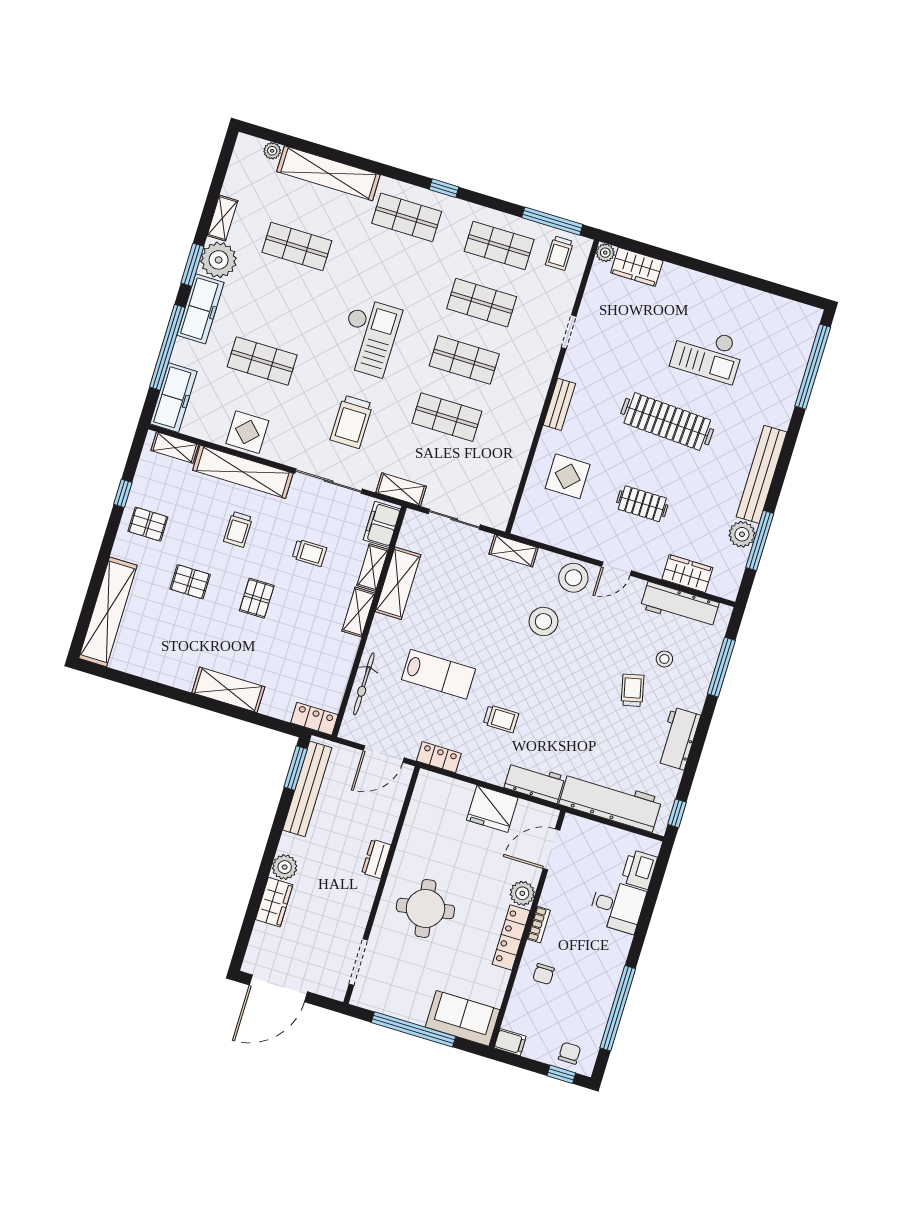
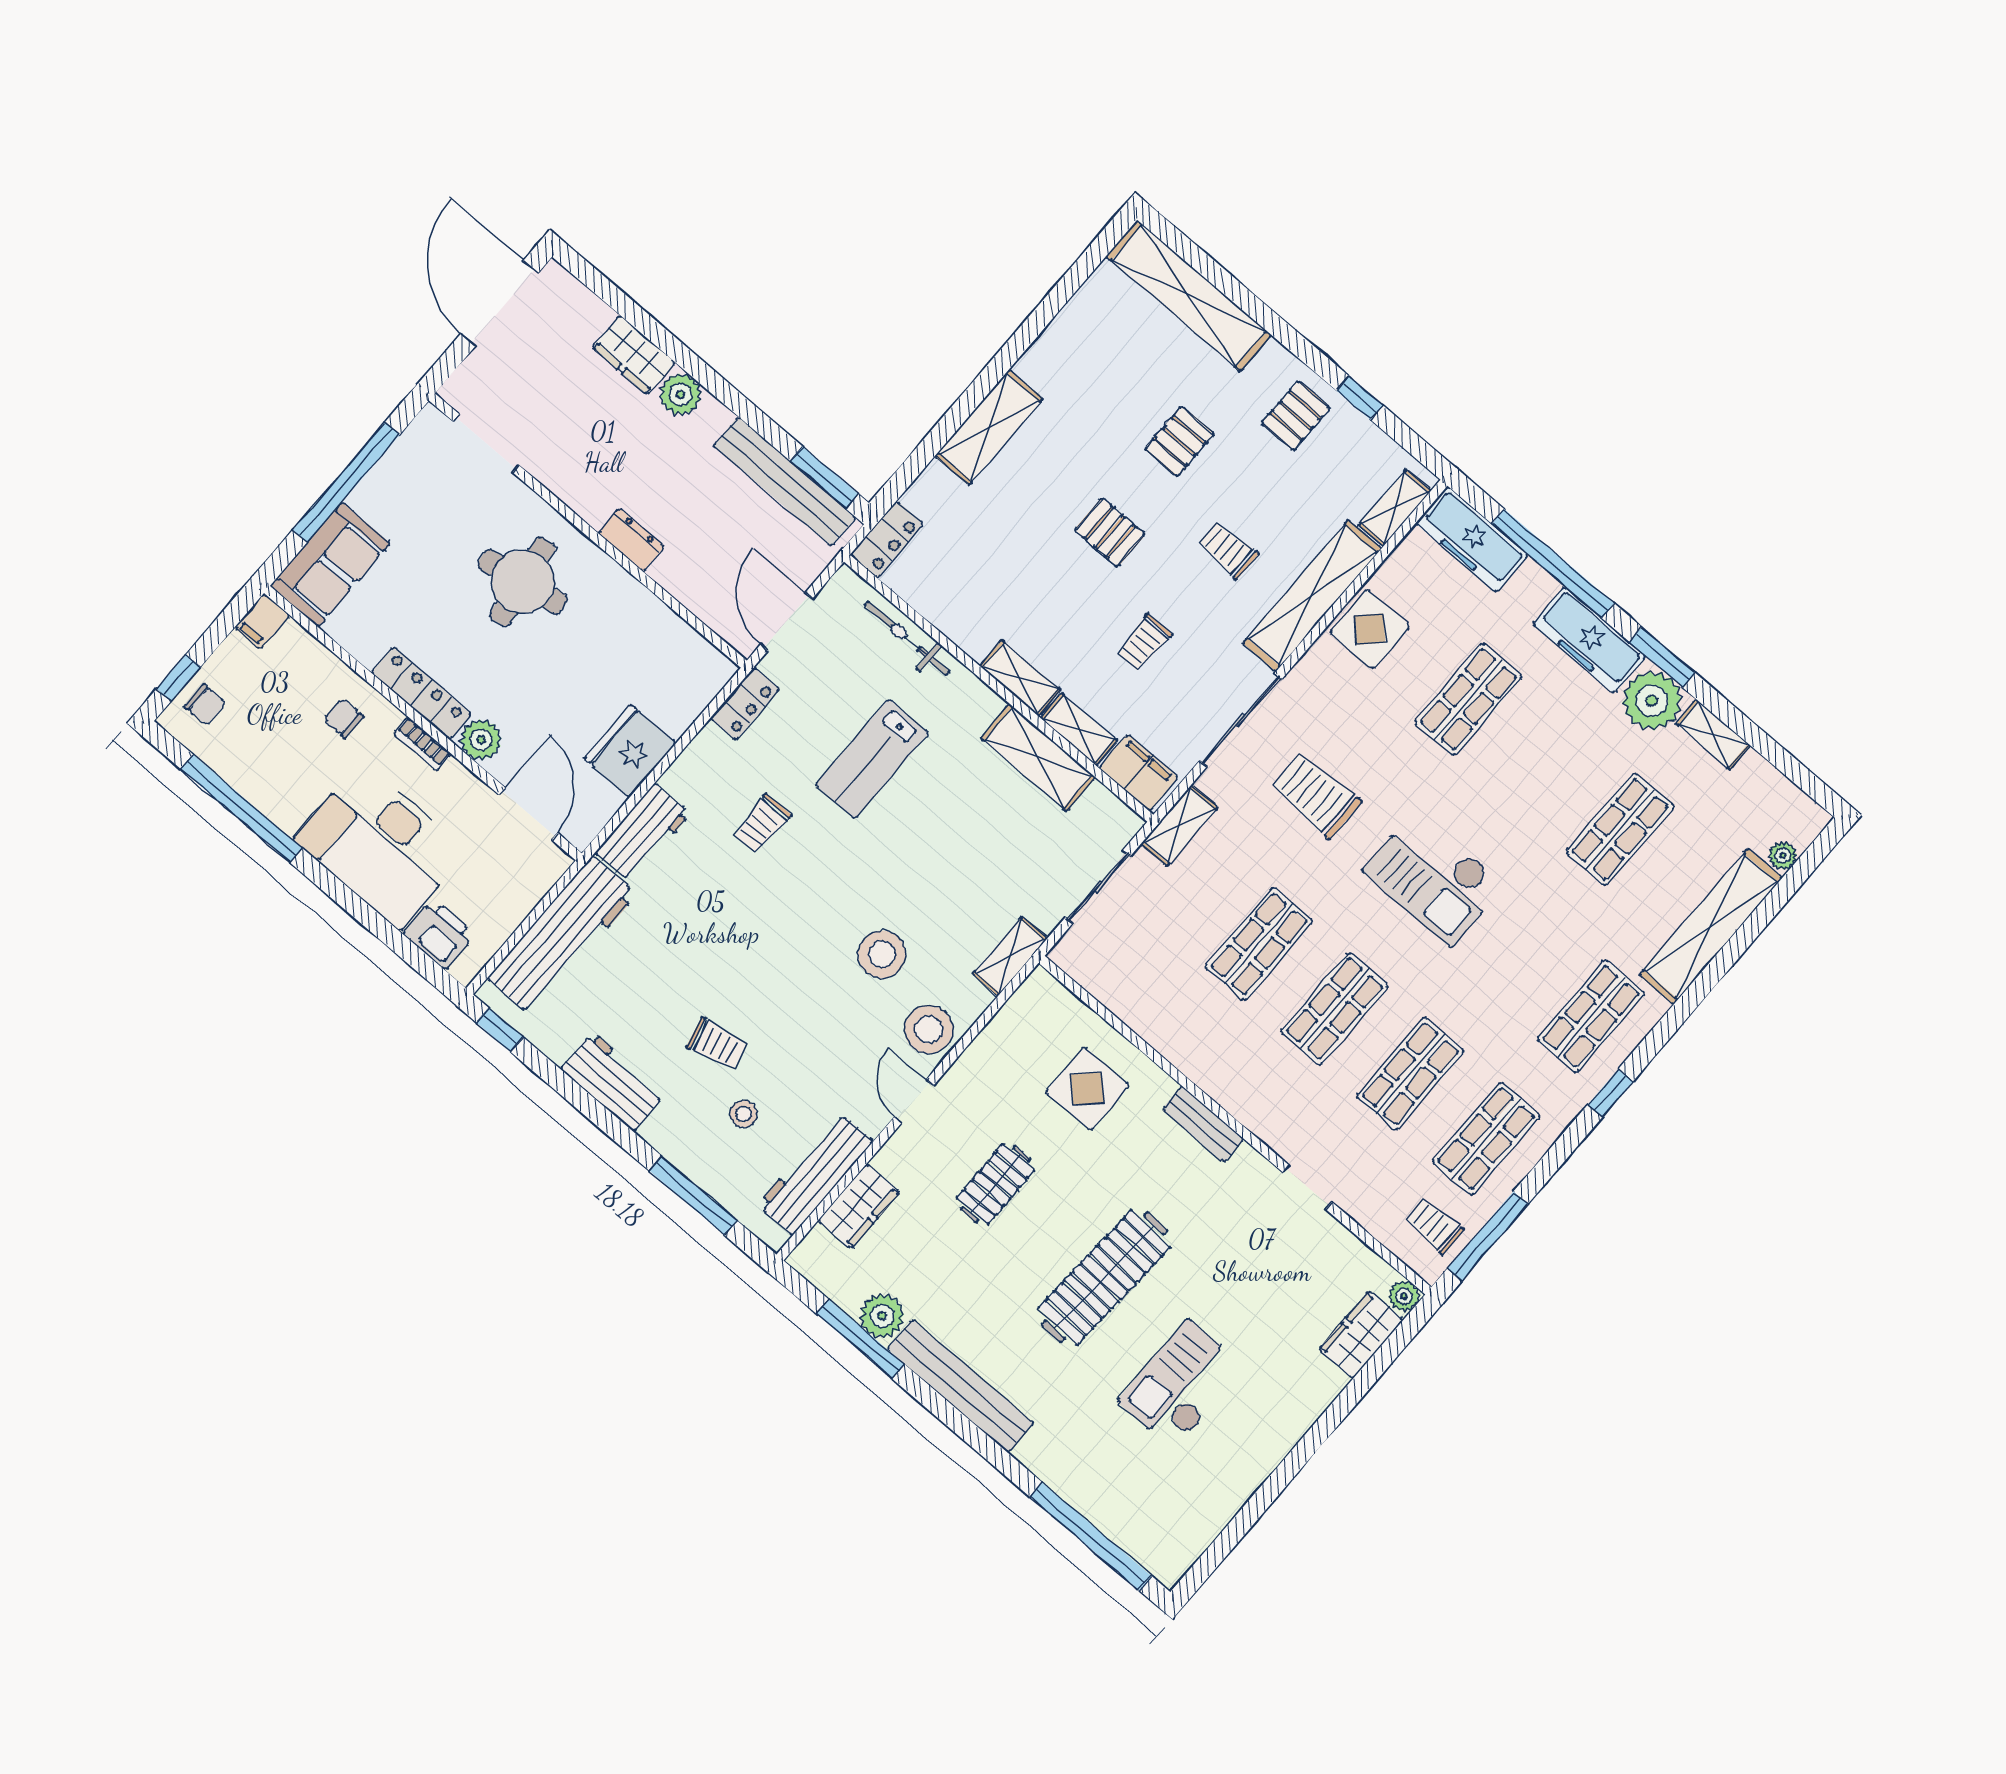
desk: (617, 906) -> (380, 845), width x1.87, depth x1.30

